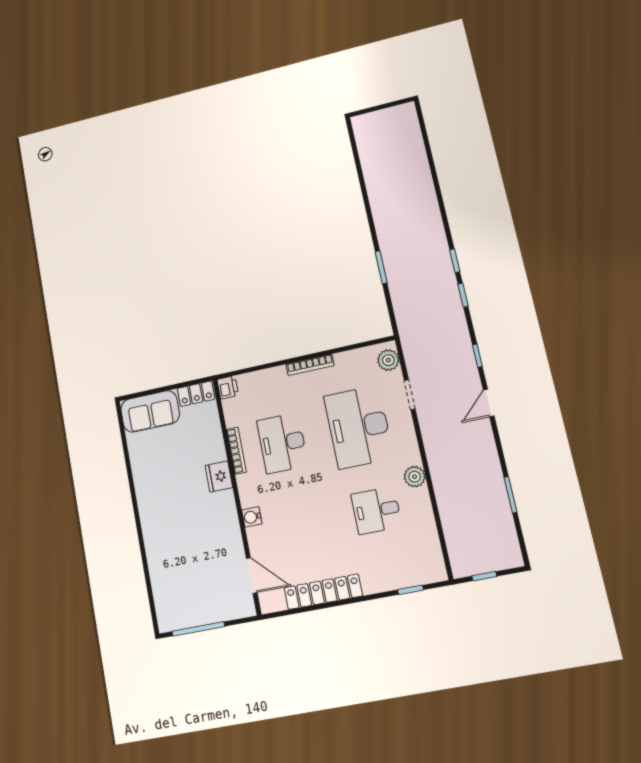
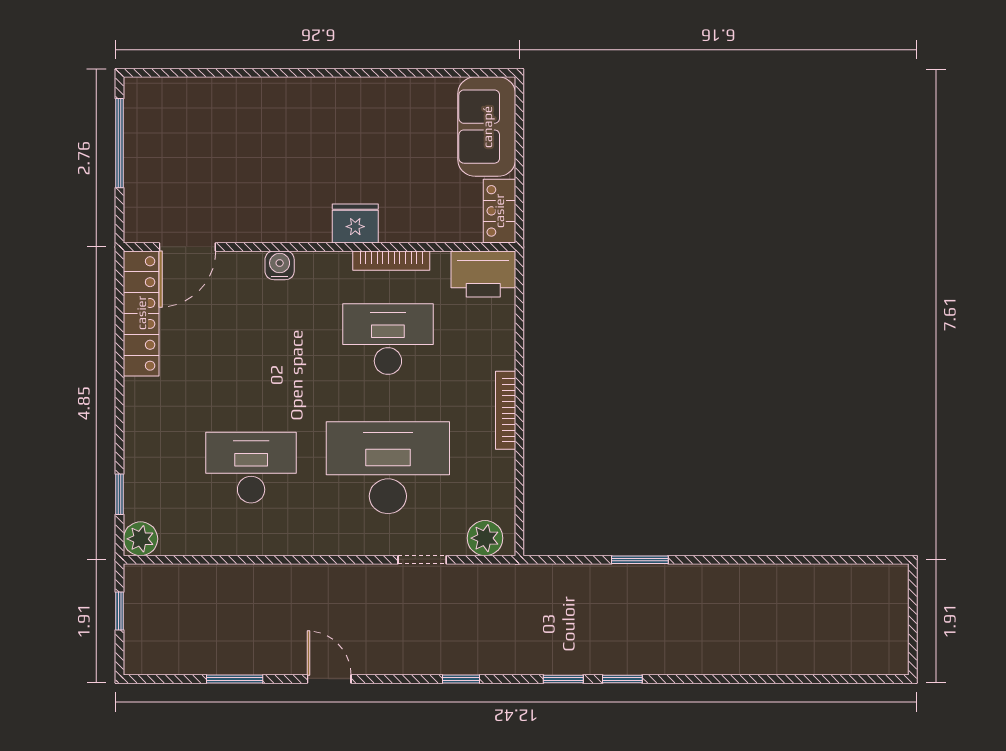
printer: (228, 387) -> (483, 274), width x1.87, depth x1.48
door: (489, 403) -> (329, 679), moved
plant: (415, 477) -> (141, 539), moved
desk: (376, 510) -> (251, 468), width x1.37
locker: (323, 592) -> (141, 313), moved

